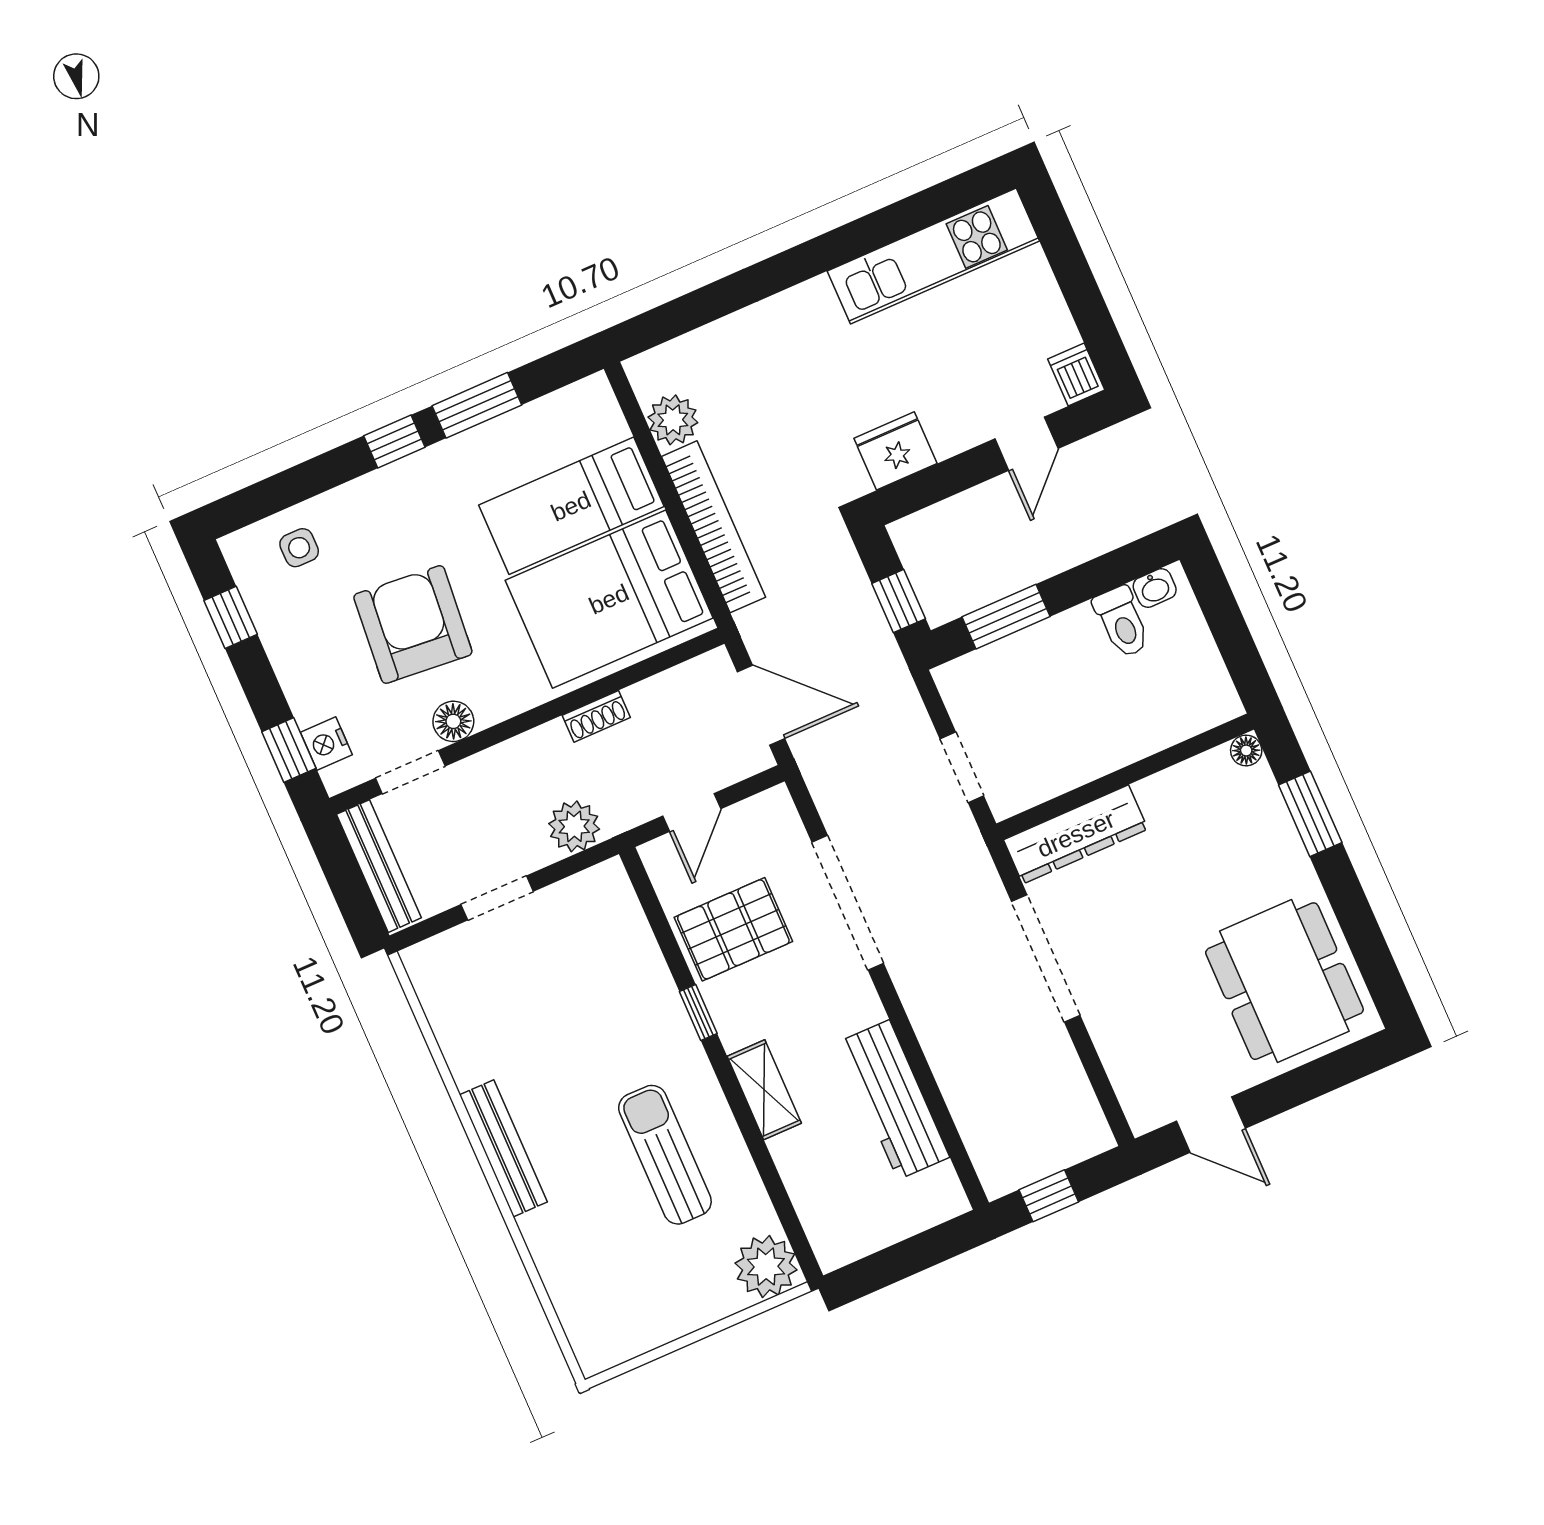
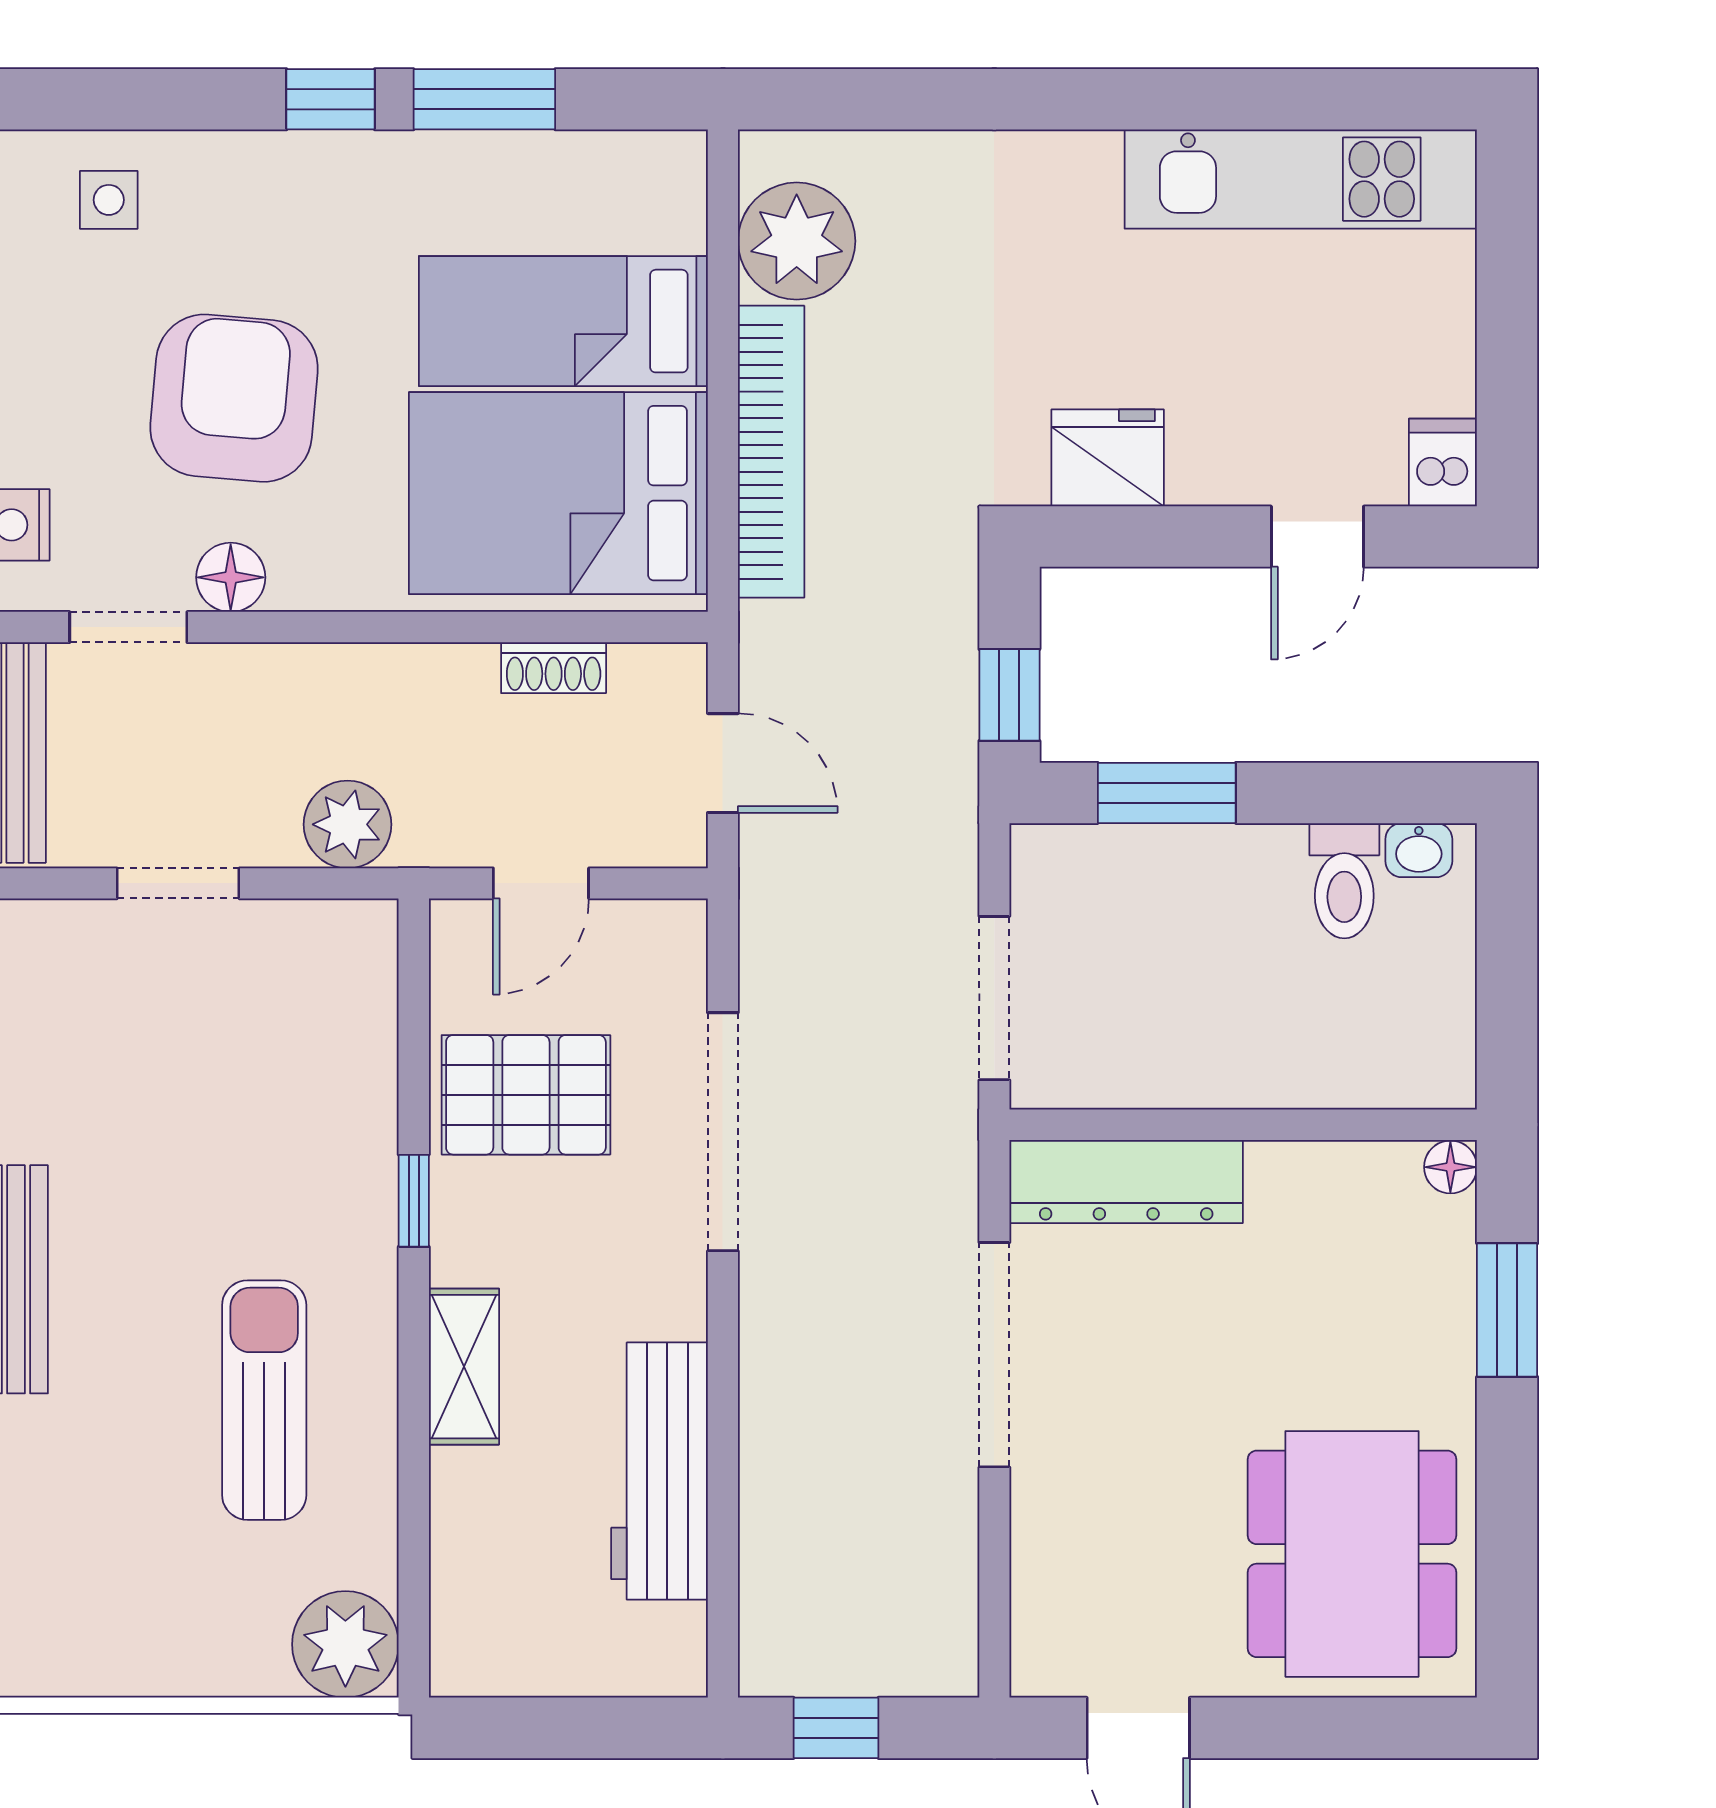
plant: (673, 420) -> (797, 241), width x1.36, depth x1.36
door: (761, 705) -> (723, 763), width x0.73
shoe rack: (596, 716) -> (554, 668), moved
doorway: (962, 767) -> (994, 998), width x1.38

